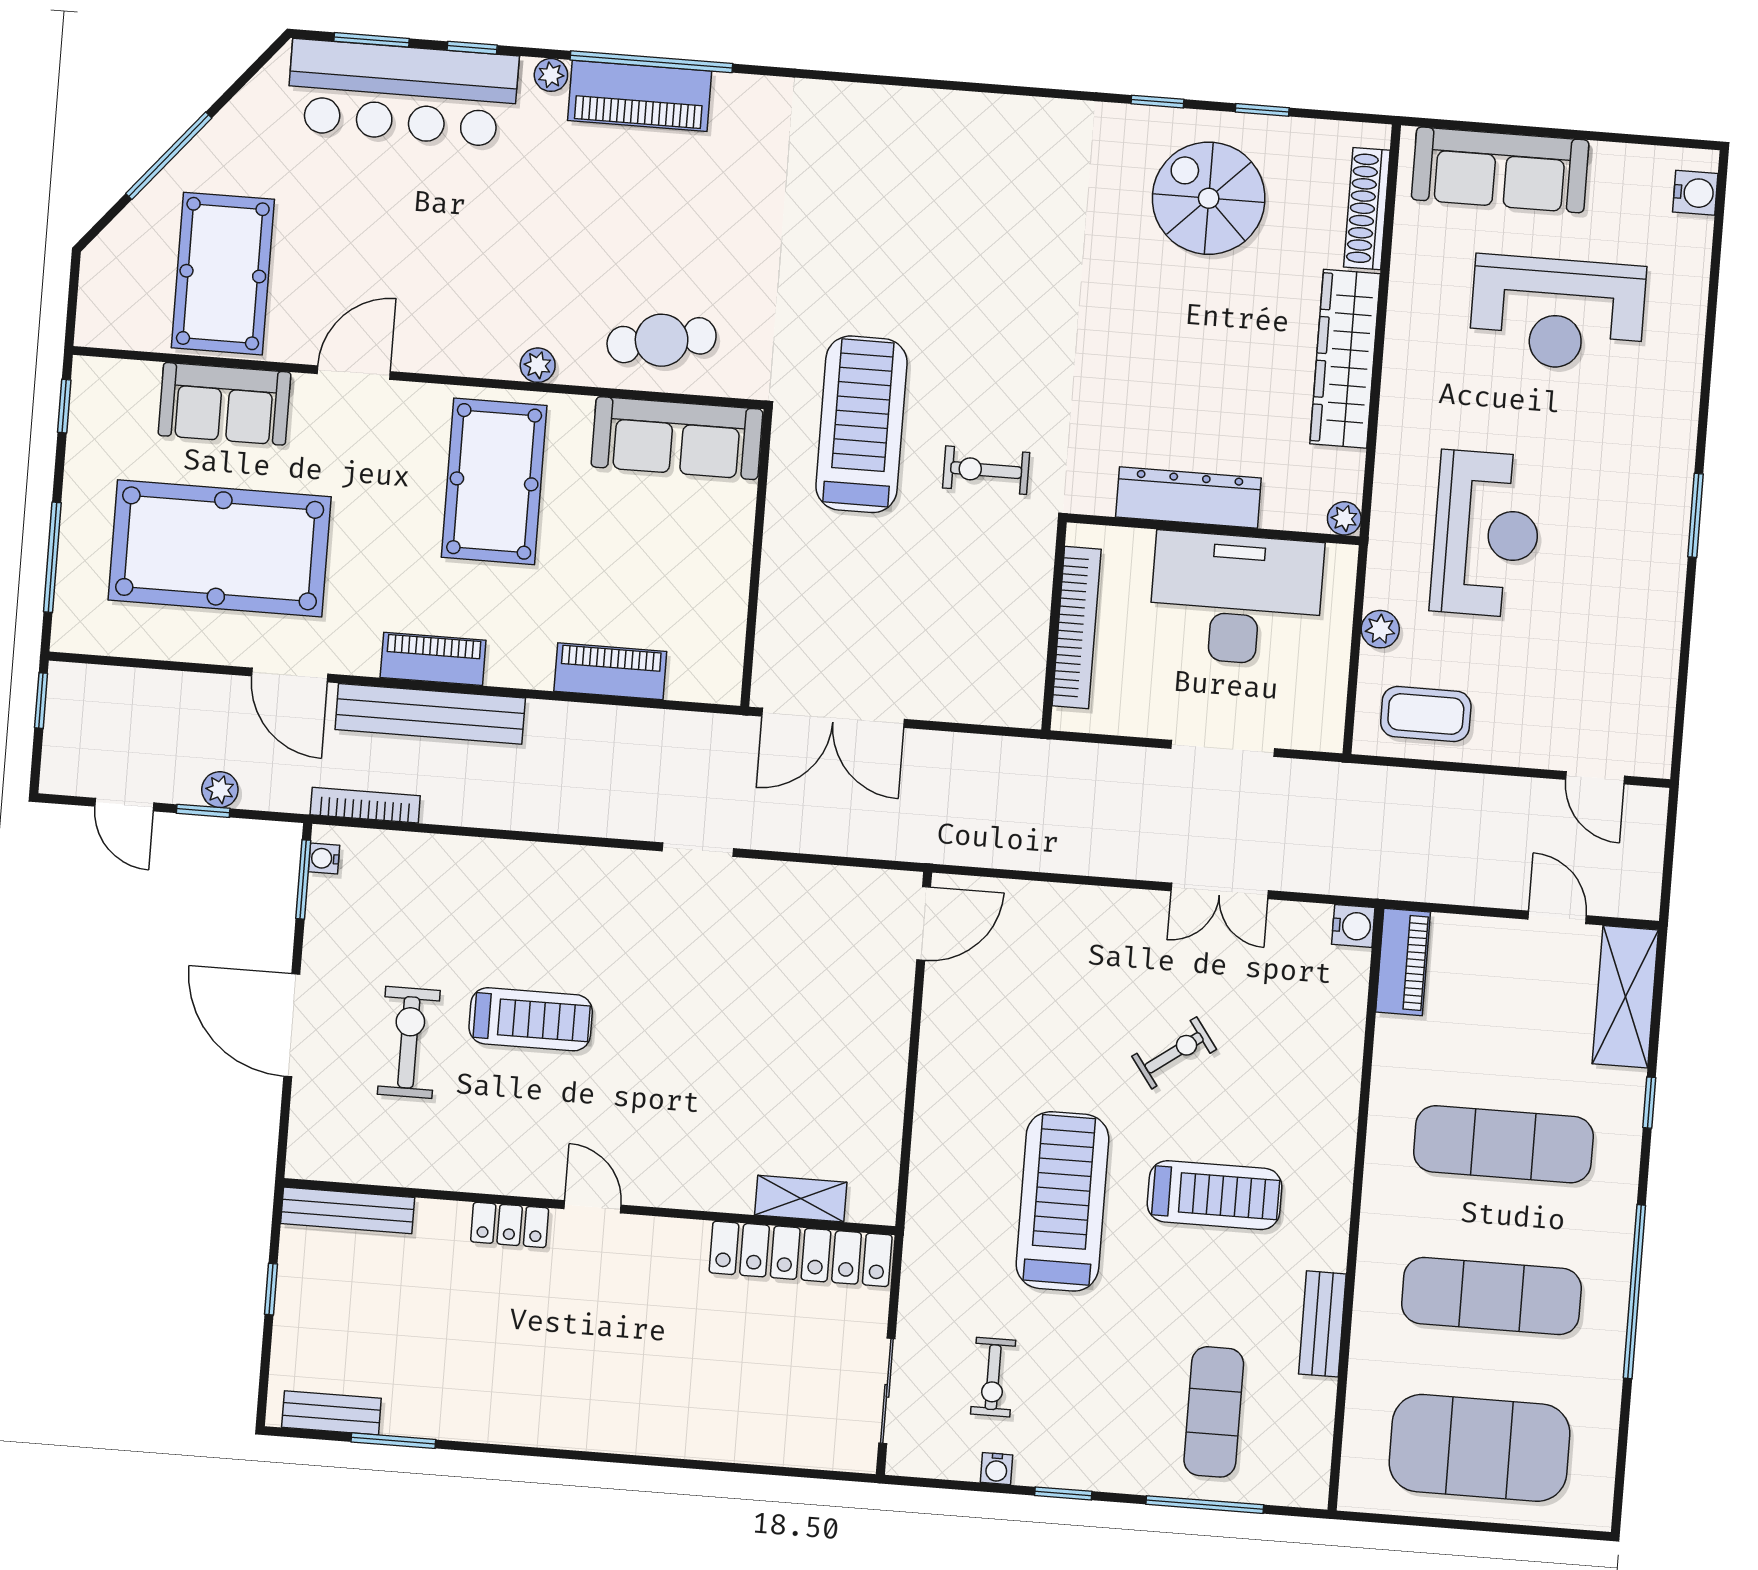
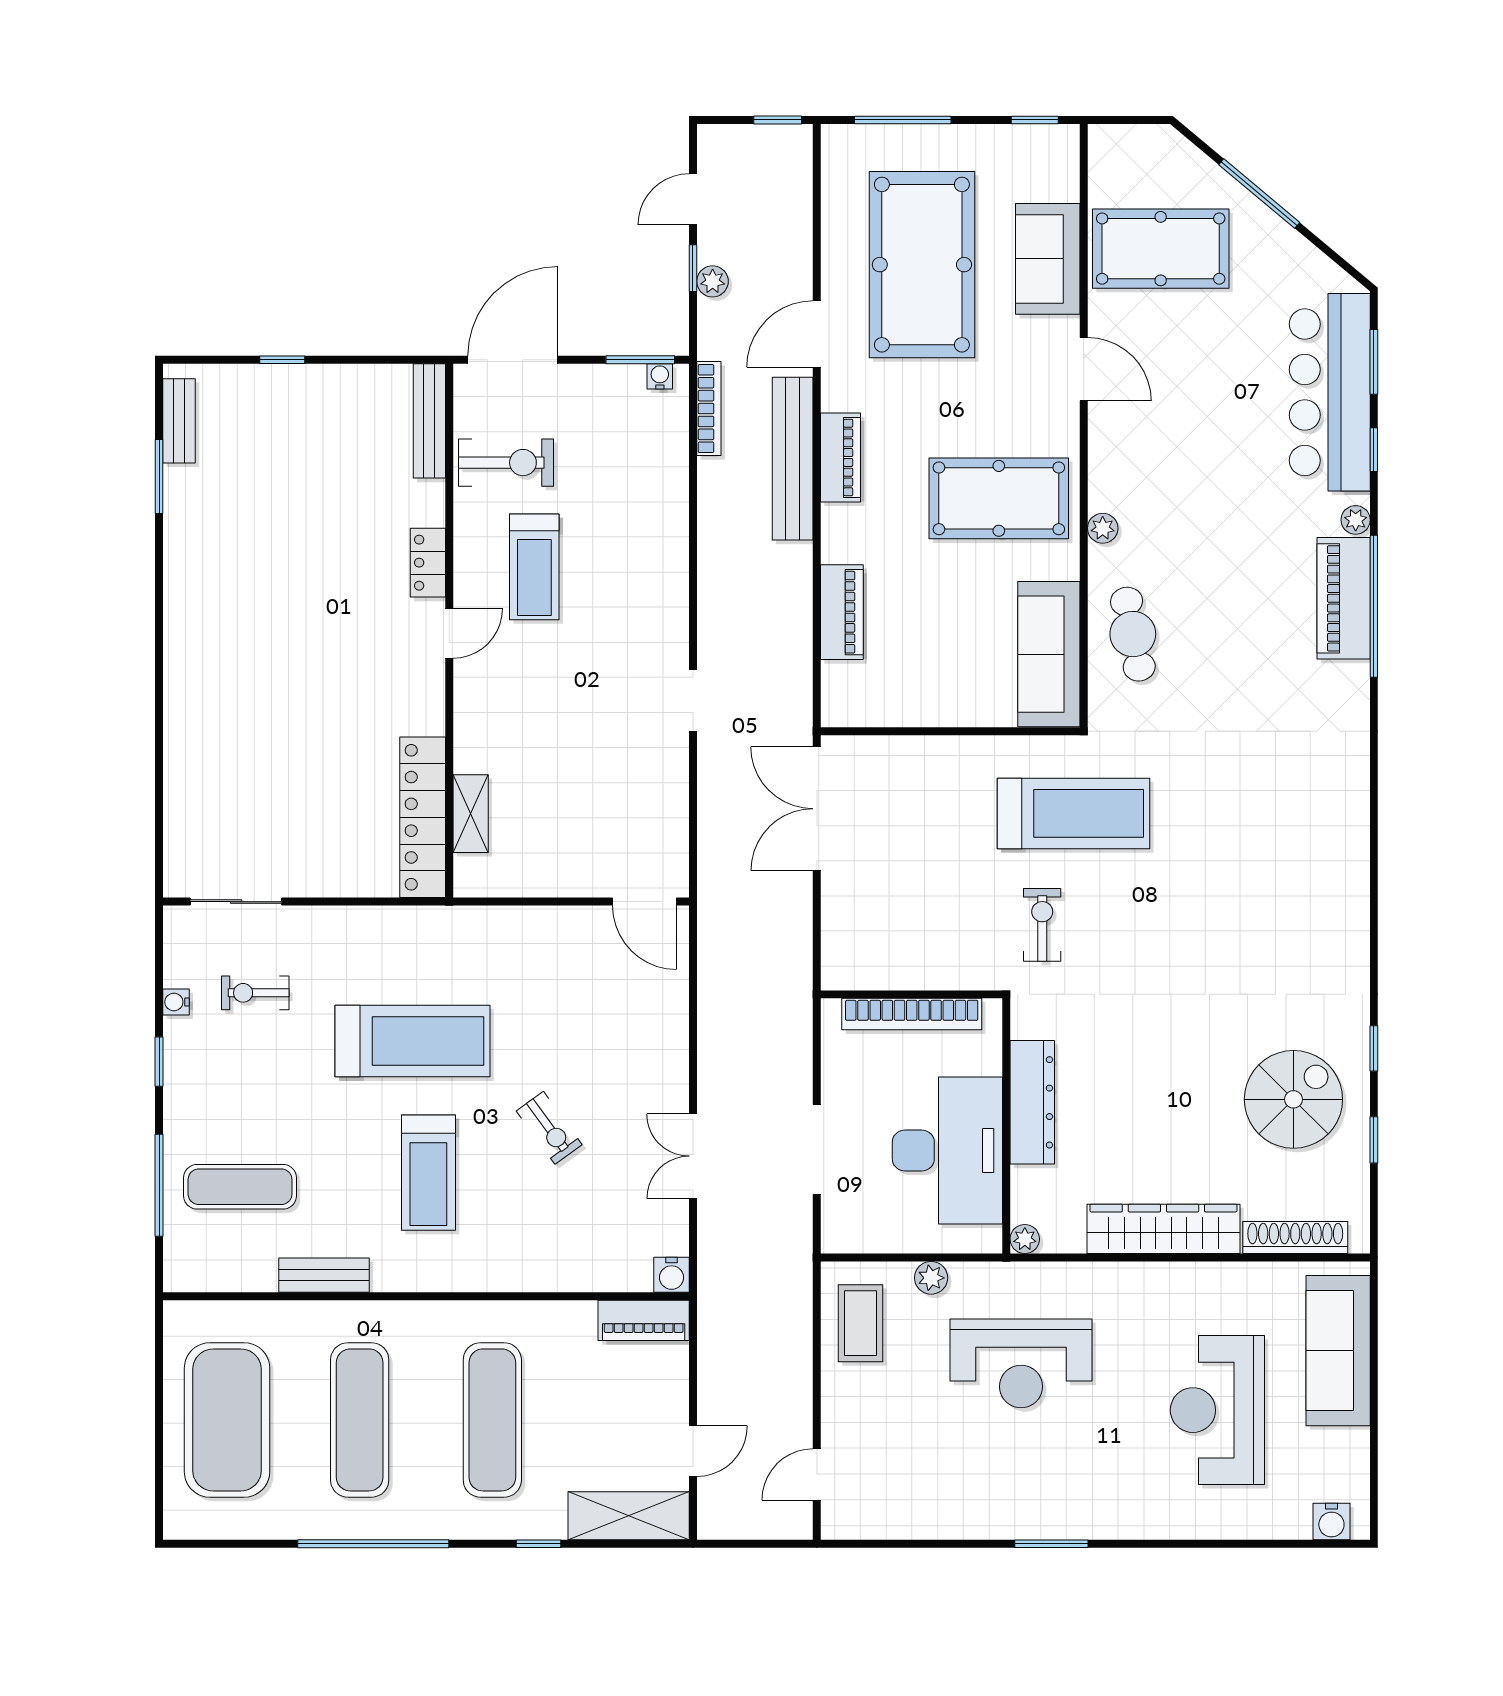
shelving: (801, 1199) -> (471, 814), moved
wall: (589, 1207) -> (449, 631), moved
door: (593, 1207) -> (449, 633), moved
bench: (348, 1210) -> (429, 421), moved
locker: (510, 1225) -> (428, 563), moved
locker: (801, 1254) -> (423, 817), moved

